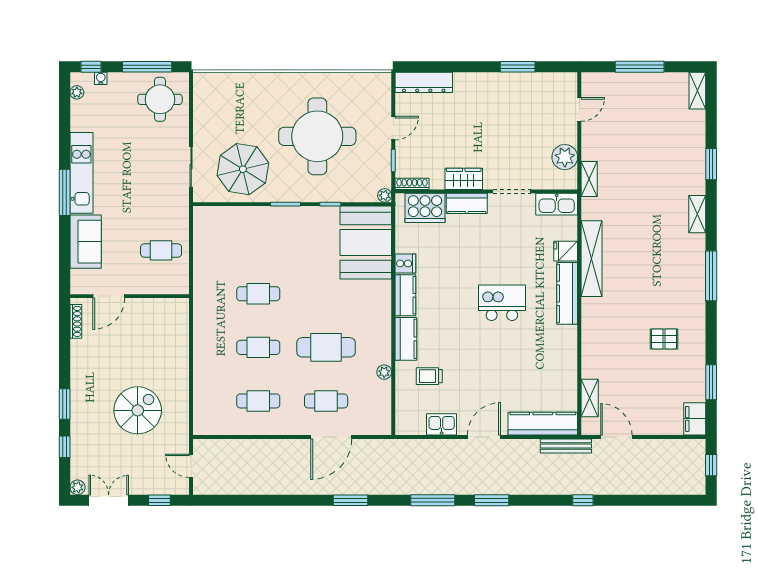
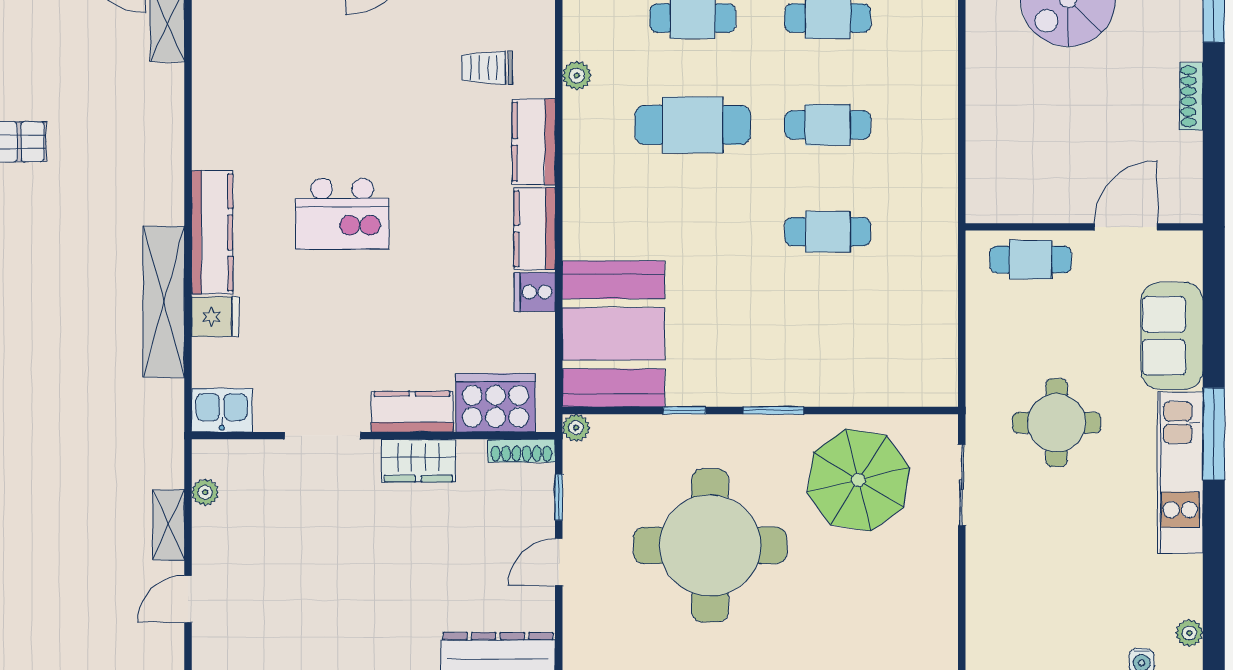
round table: (160, 99) -> (1057, 423), moved
plant: (565, 157) -> (205, 492), width x0.53, depth x0.53
shelving: (589, 179) -> (168, 525), moved
kitchen sink: (557, 204) -> (222, 410), width x0.73
cafe table: (161, 250) -> (1031, 260), moved
shoe rack: (76, 321) -> (1191, 96), moved
trolley: (429, 376) -> (487, 68), turned 180

